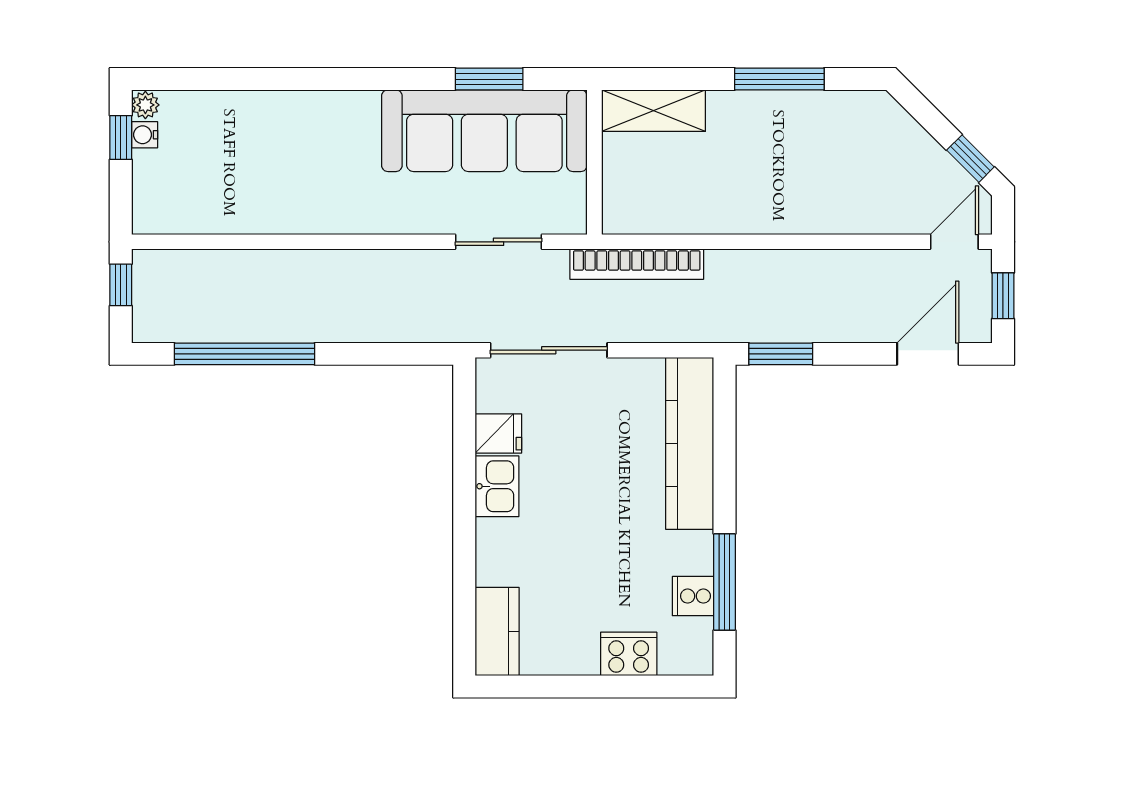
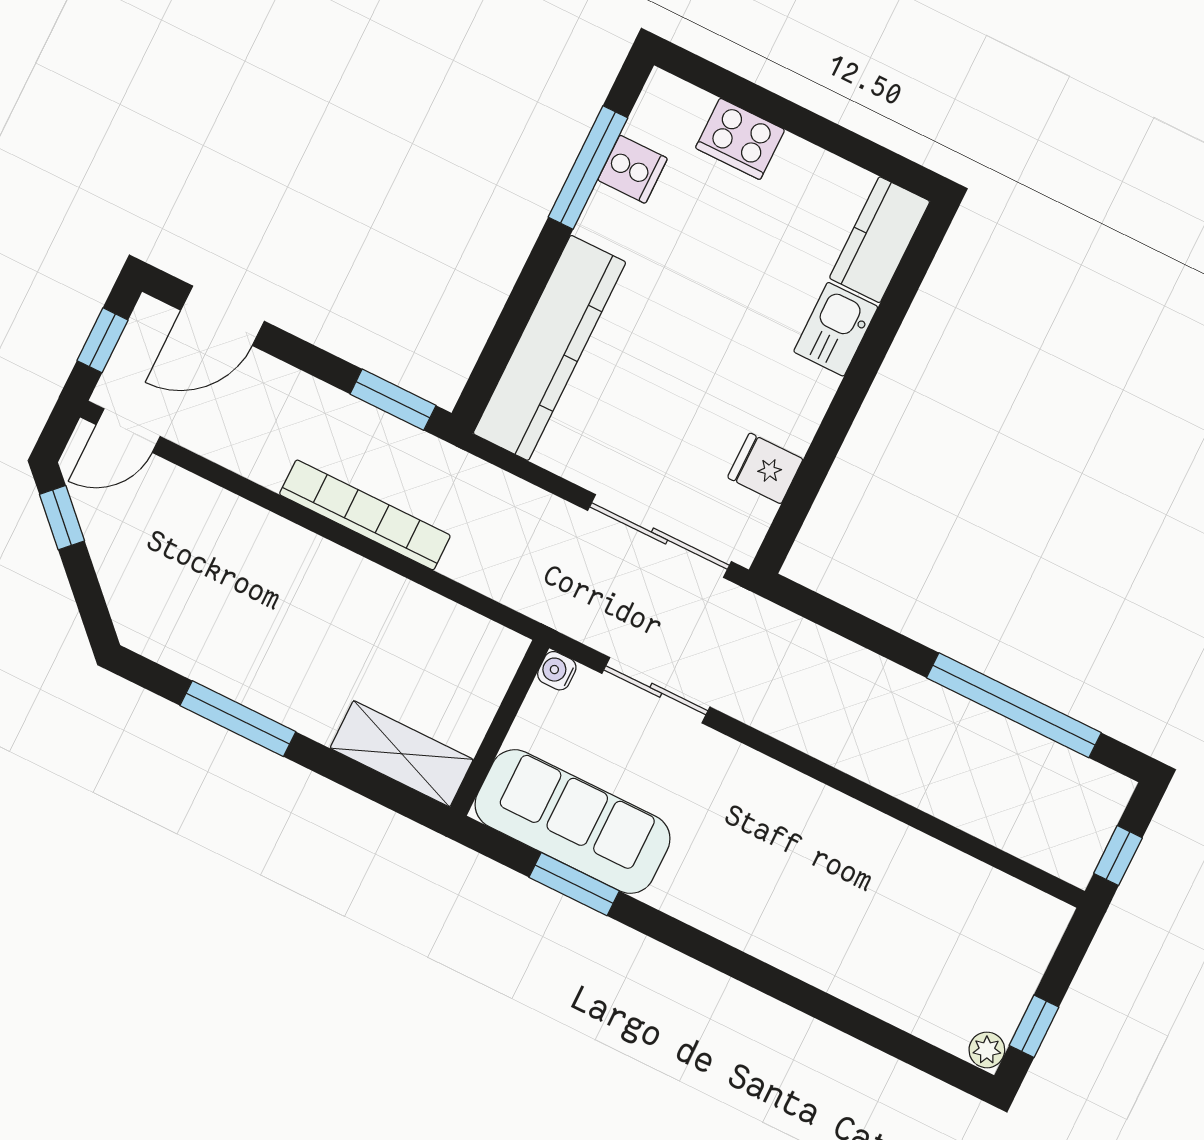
sofa: (484, 131) -> (572, 822), width x0.74, depth x0.79
water cooler: (145, 135) -> (557, 671), moved, turned 180
bookcase: (637, 264) -> (365, 515), moved
kitchen sink: (497, 486) -> (836, 329), moved

